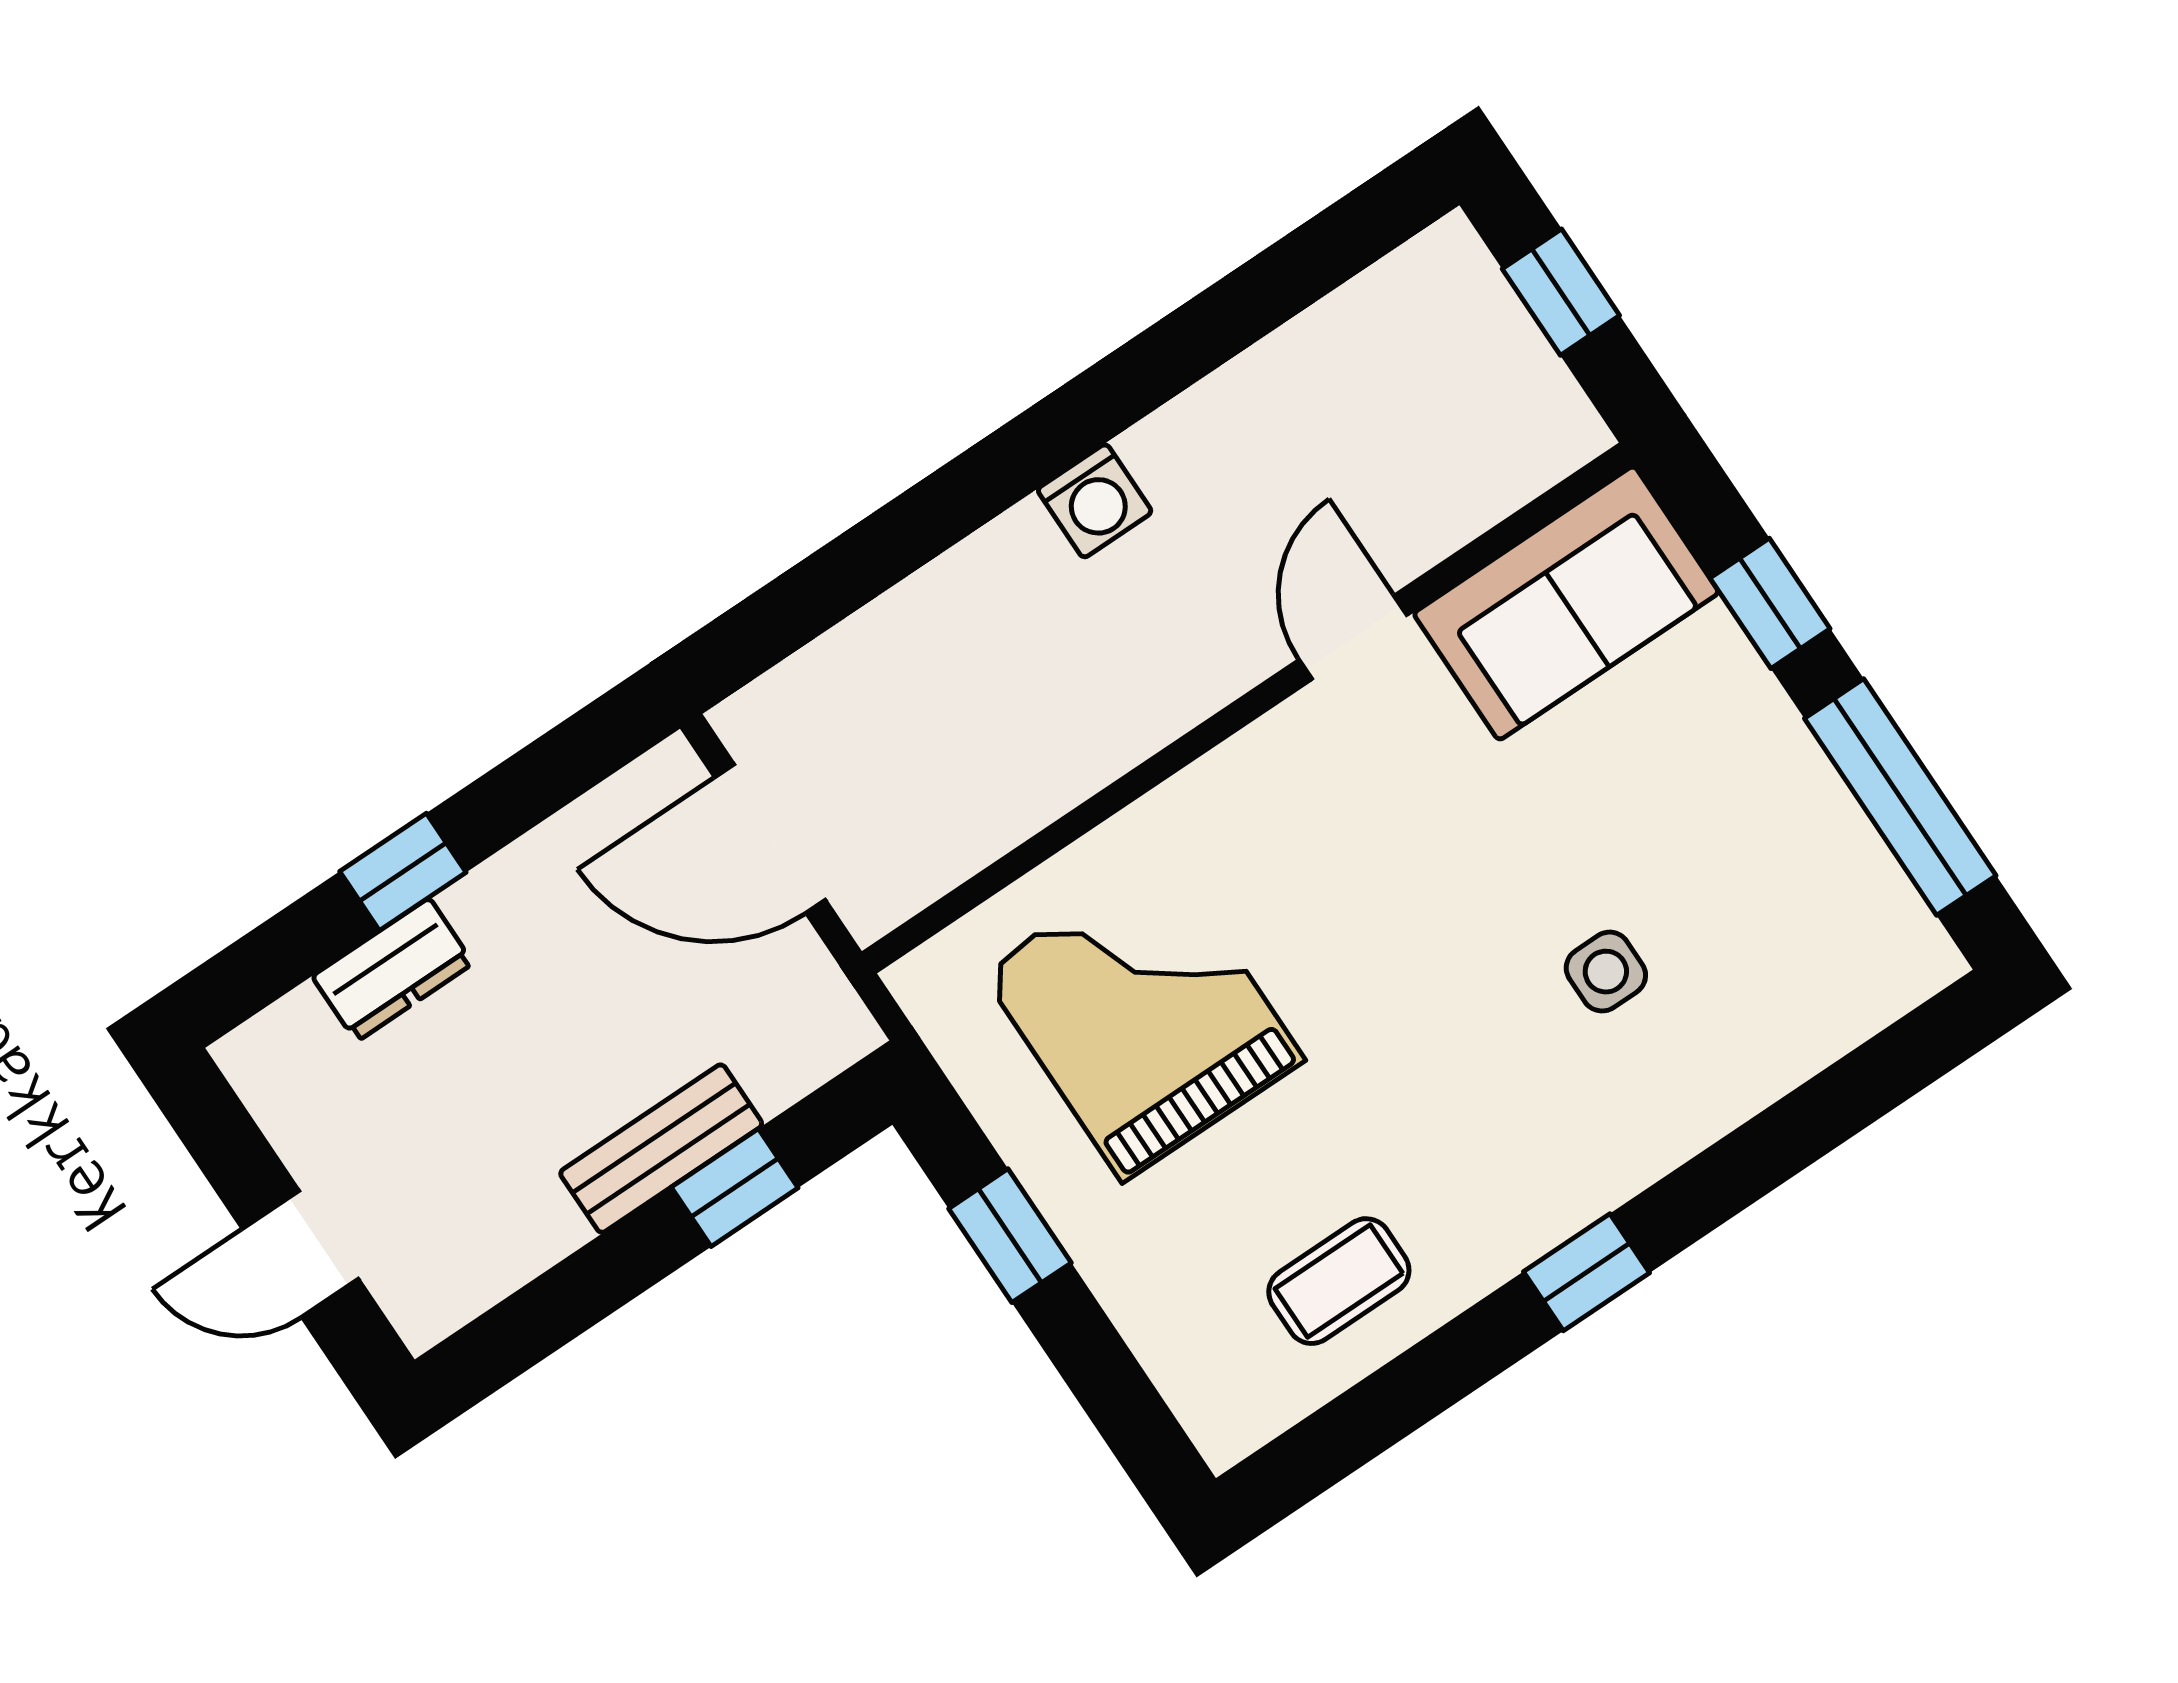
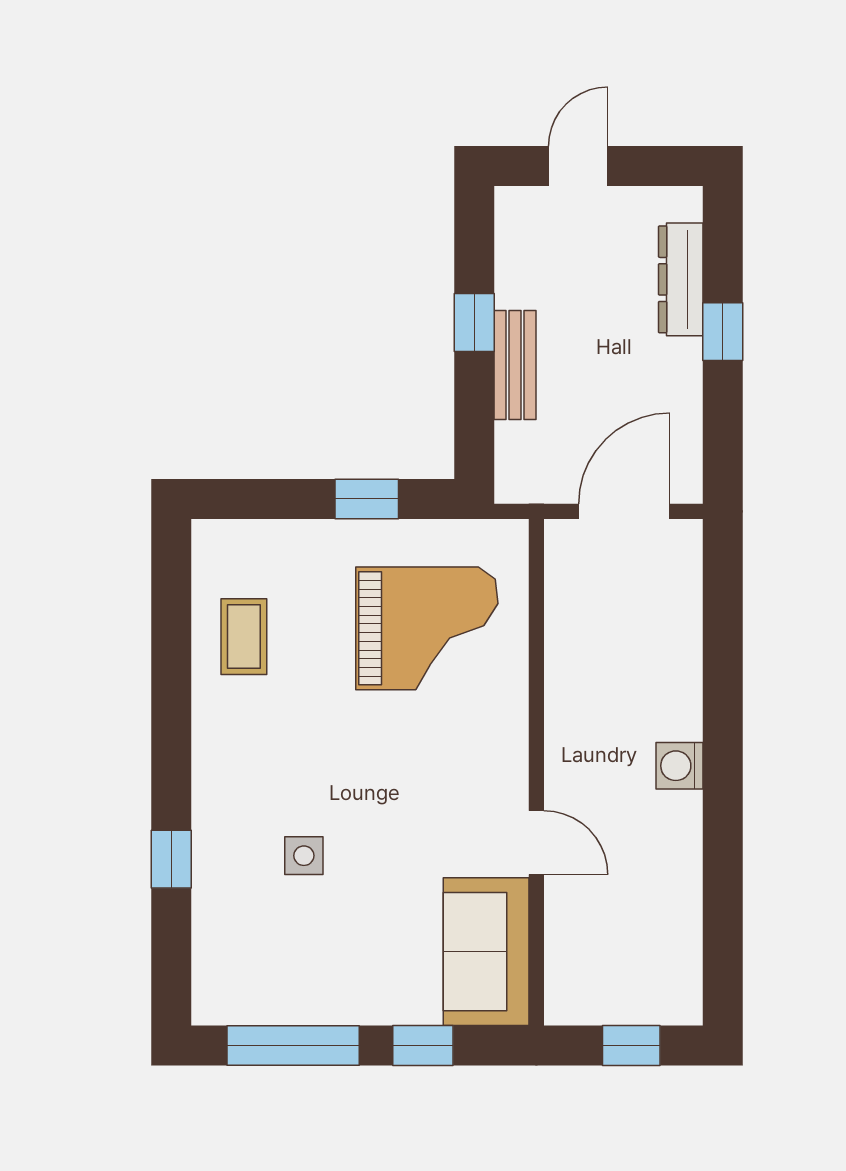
dresser: (393, 970) -> (681, 279), width x1.44
window: (735, 1188) -> (474, 323), moved
window: (1587, 1272) -> (171, 859), moved

